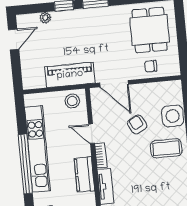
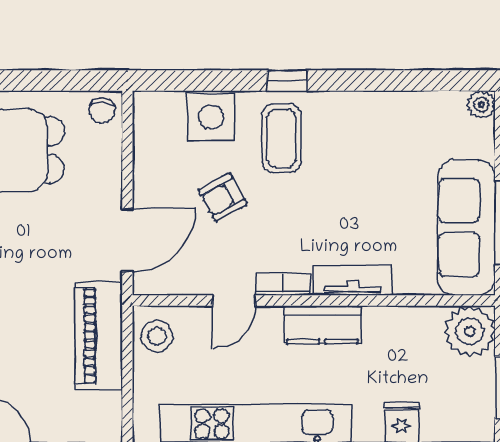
chair: (151, 66) -> (102, 111), moved

